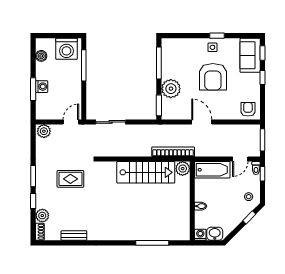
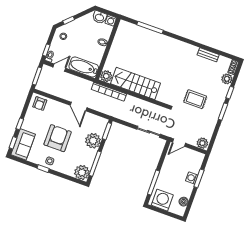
plant: (171, 47) -> (82, 172), added

